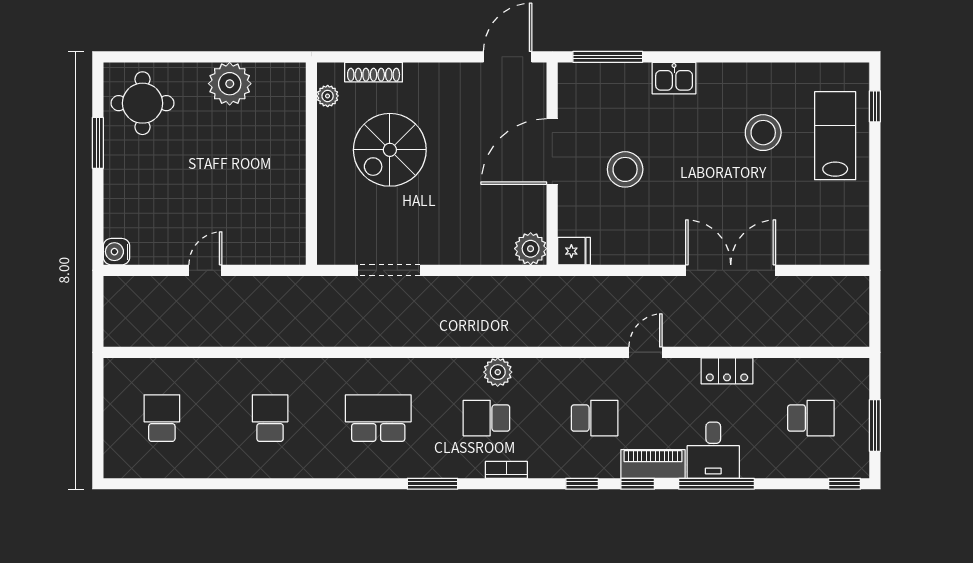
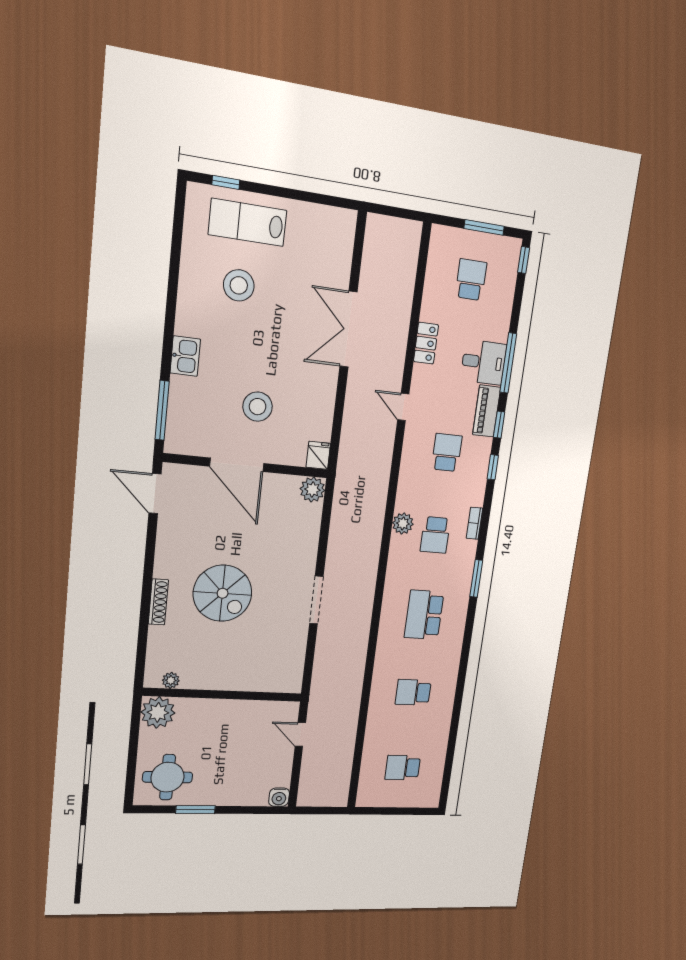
plant: (328, 96) -> (171, 680), moved
wall: (311, 164) -> (223, 695), moved

